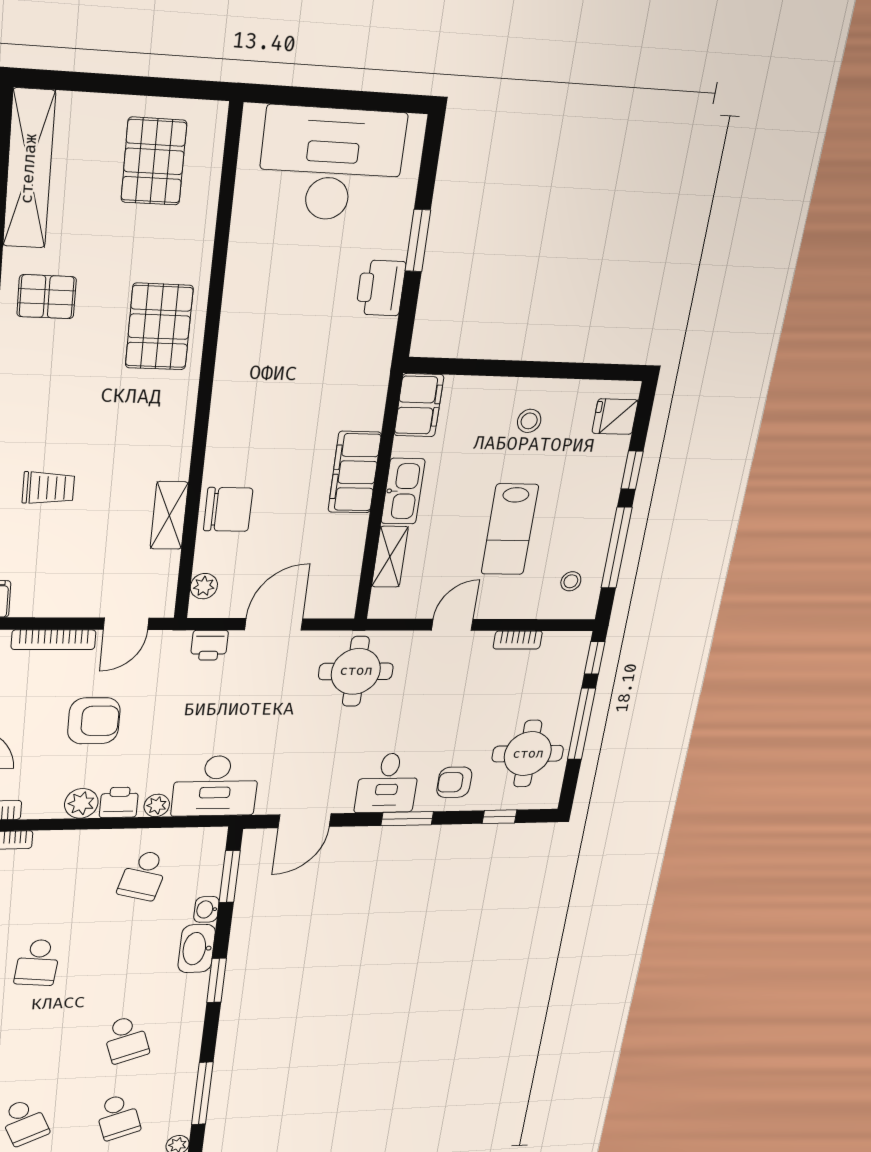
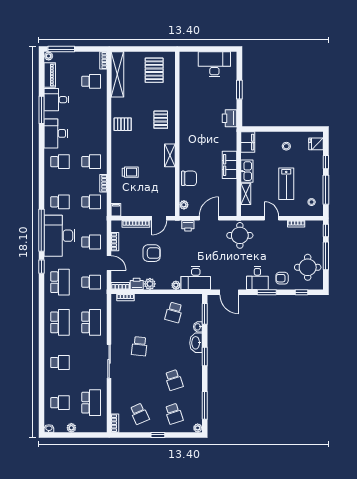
desk: (331, 164) -> (214, 64), width x0.73, depth x0.77
printer: (381, 288) -> (230, 118), moved
pallet: (47, 297) -> (123, 124), moved
pallet: (159, 327) -> (161, 120), width x0.67, depth x0.71
shelving: (169, 515) -> (170, 155), moved
door: (452, 625) -> (272, 218), hinge flipped
printer: (119, 802) -> (137, 284), moved
door: (305, 821) -> (229, 292), hinge flipped

